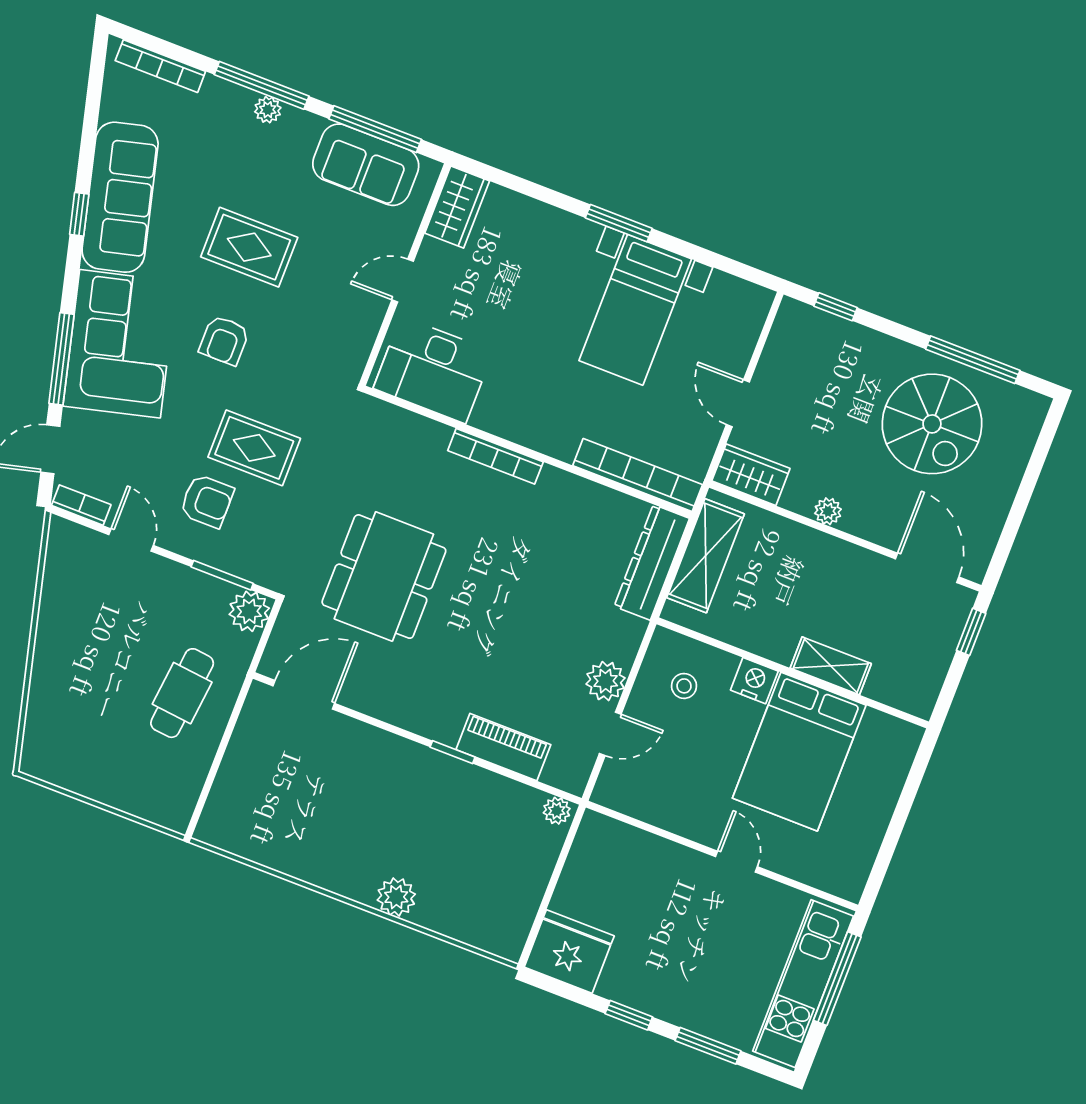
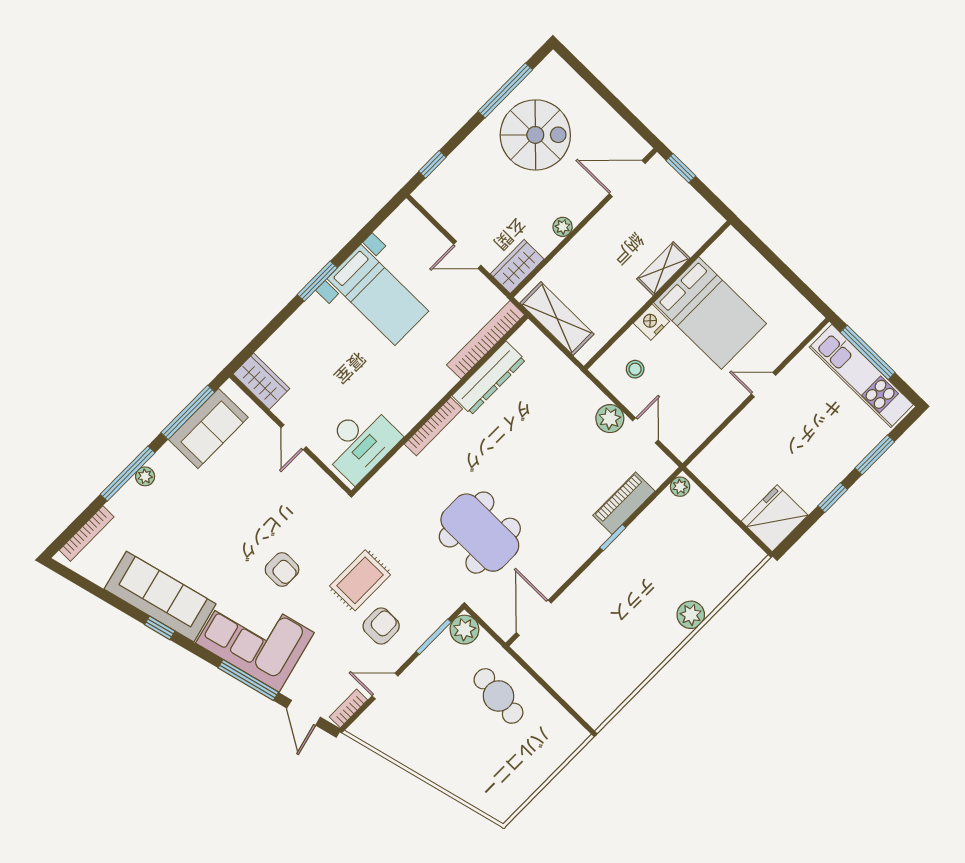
rug: (249, 247) -> (229, 527), removed
dresser: (652, 562) -> (489, 378), moved, turned -90

